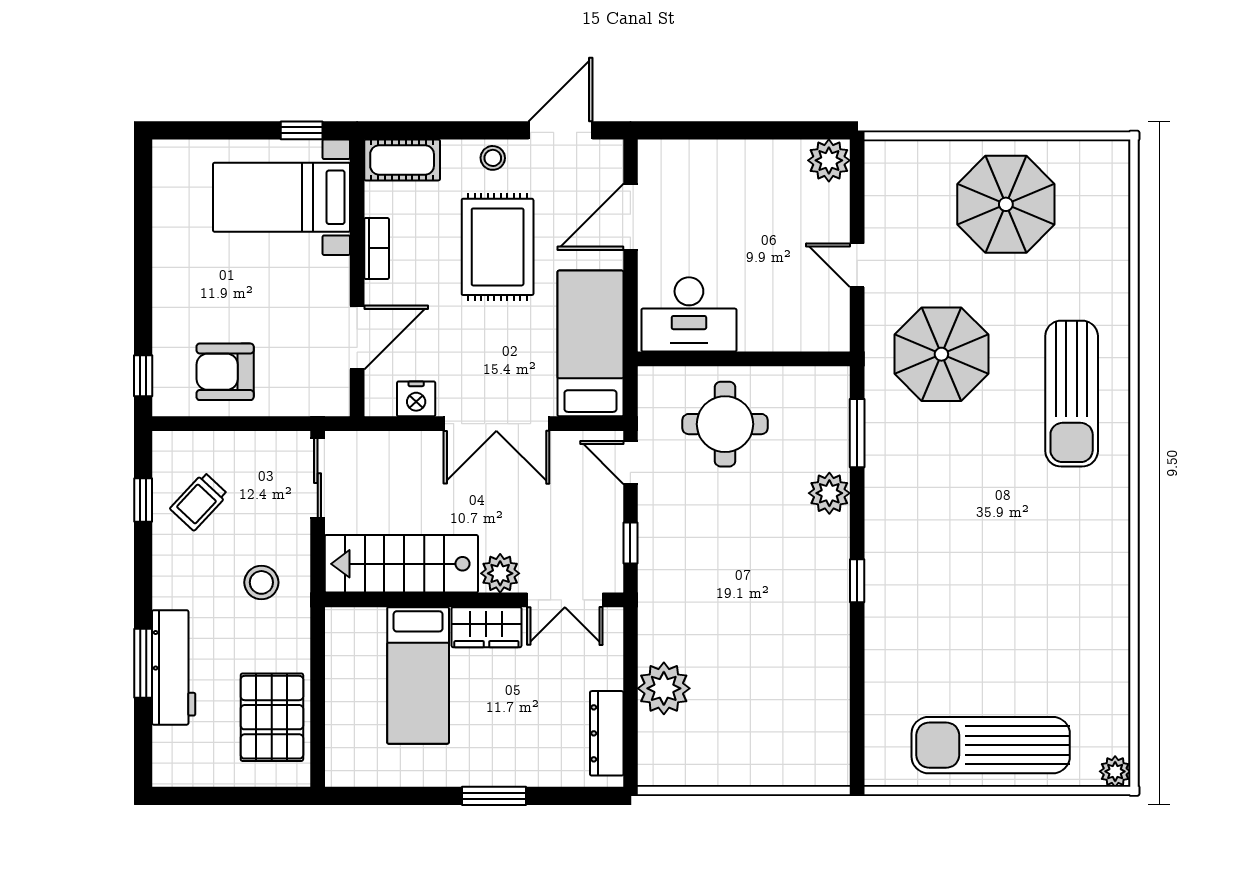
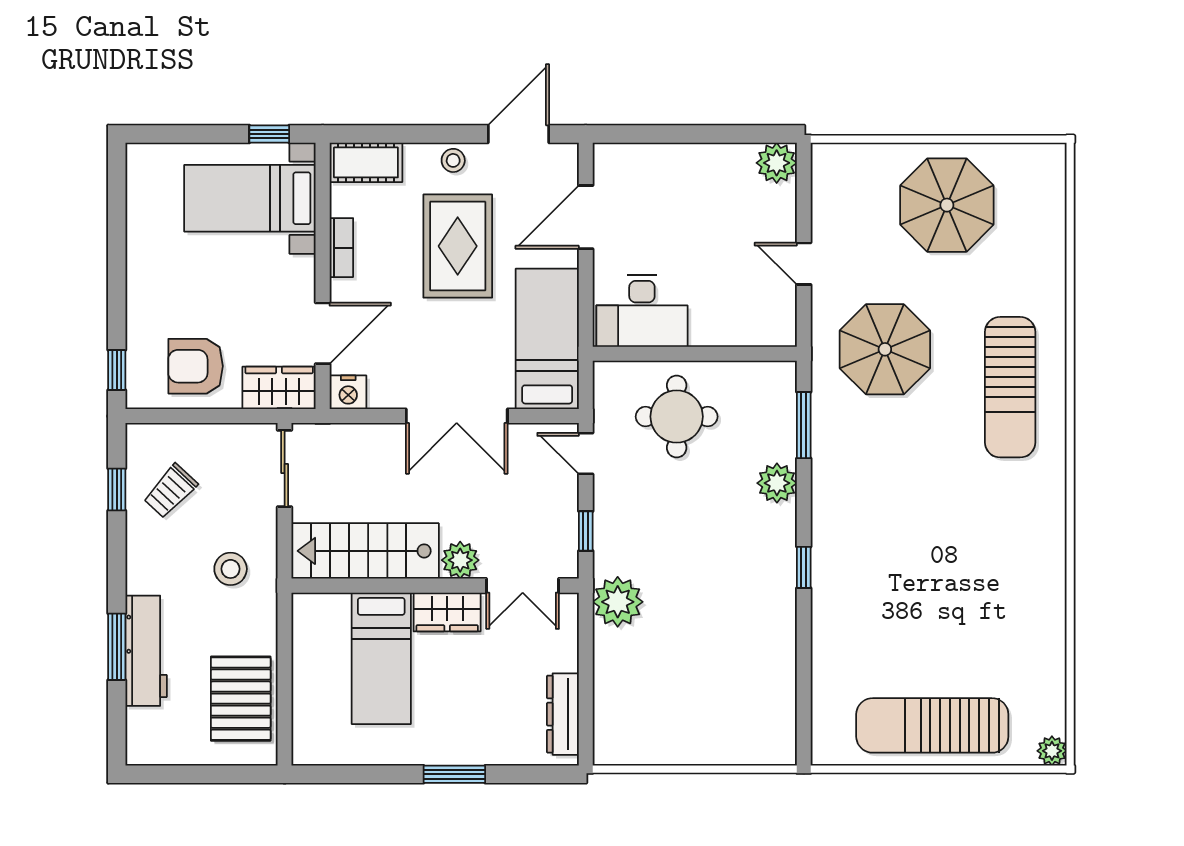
wardrobe: (312, 394) -> (279, 388), added
nightstand: (416, 399) -> (348, 392), moved
plant: (664, 688) -> (618, 602), moved

